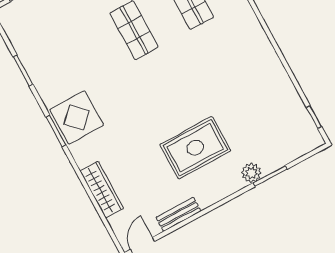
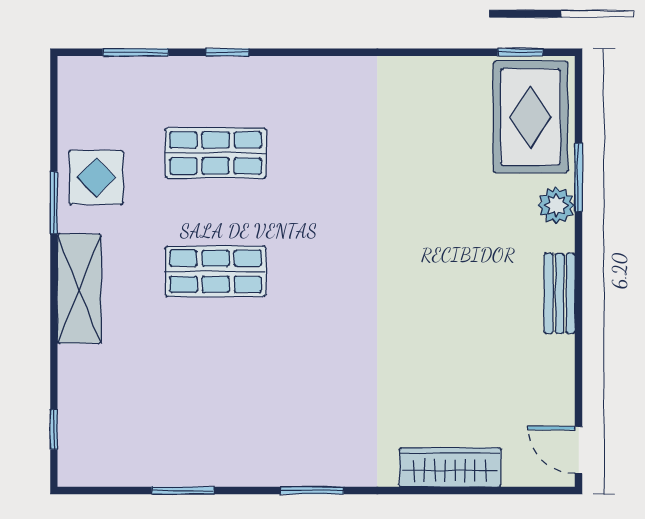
display table: (77, 117) -> (308, 444), removed
rug: (195, 148) -> (531, 117), moved
bench: (178, 214) -> (560, 293), moved

